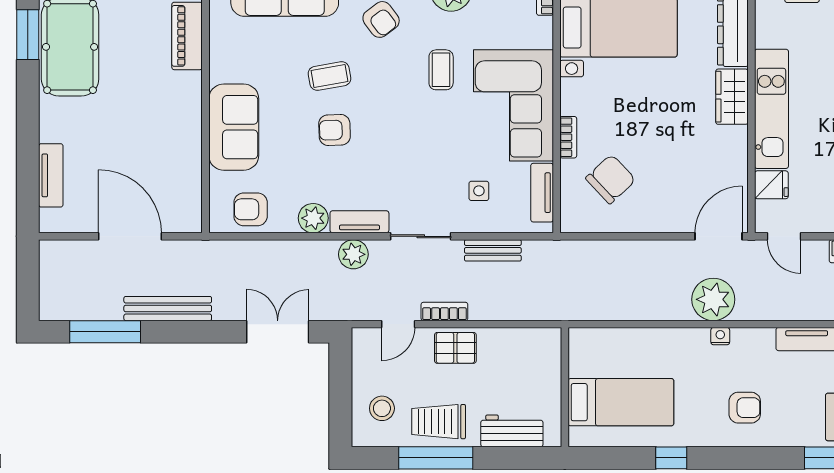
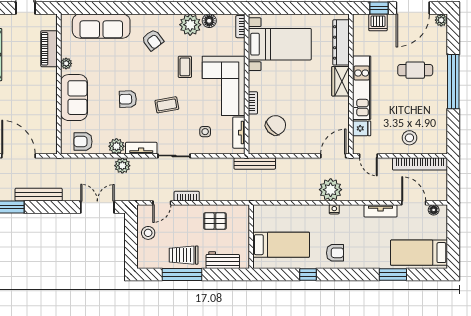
plant: (219, 63) -> (66, 63), added
coffee table: (329, 76) -> (167, 105), moved
bench: (493, 250) -> (255, 163), moved, width x1.36
plant: (353, 254) -> (122, 166), moved
pallet: (455, 348) -> (215, 221), moved
stool: (382, 408) -> (148, 233), moved
armchair: (745, 408) -> (335, 253), moved

